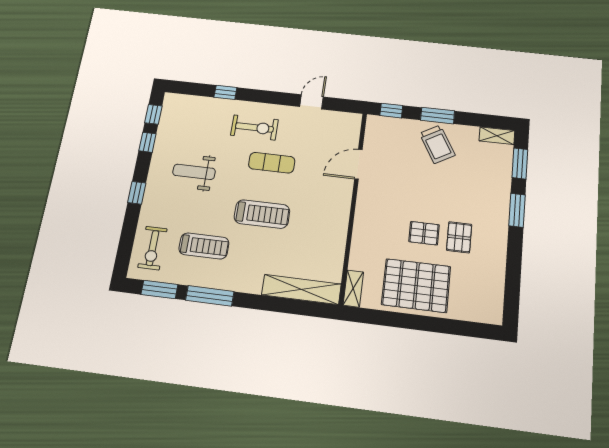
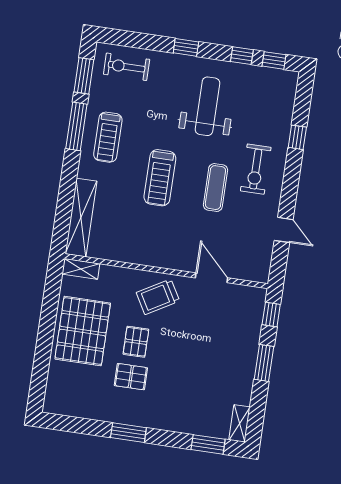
trolley: (437, 144) -> (158, 297), moved
weight bench: (194, 172) -> (207, 106), width x1.36, depth x1.33
window: (517, 210) -> (128, 433), moved
treadmill: (204, 246) -> (108, 137), moved

